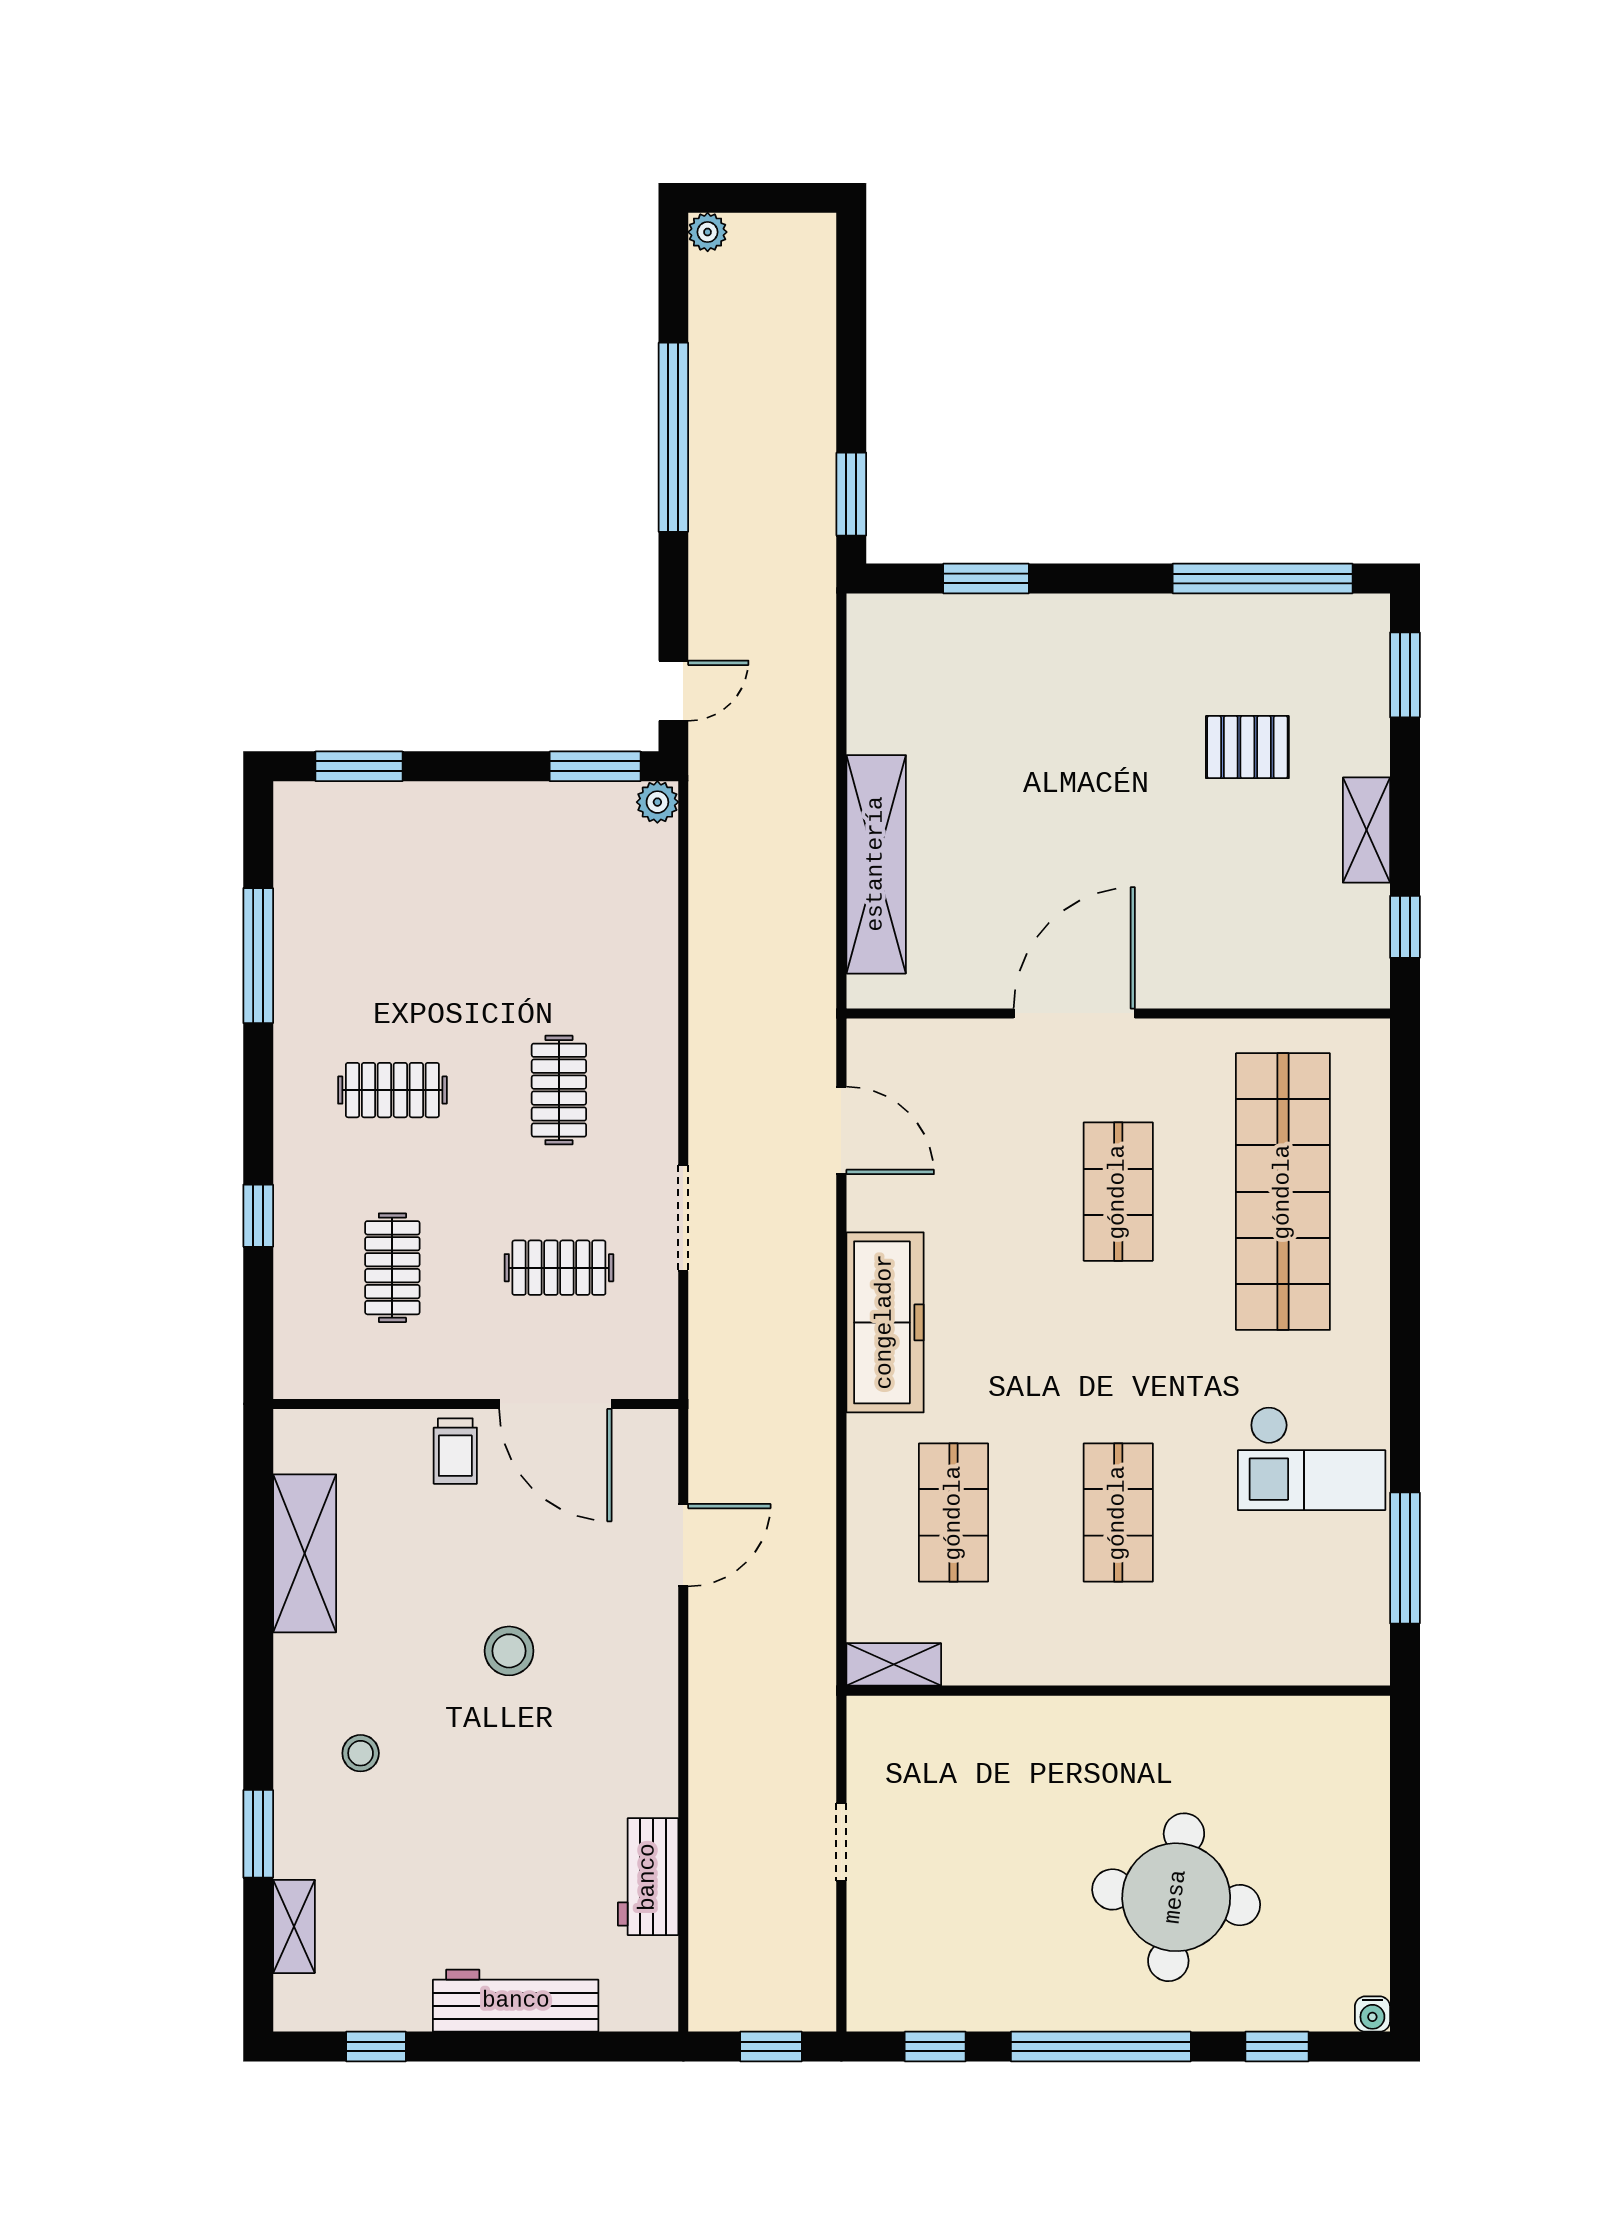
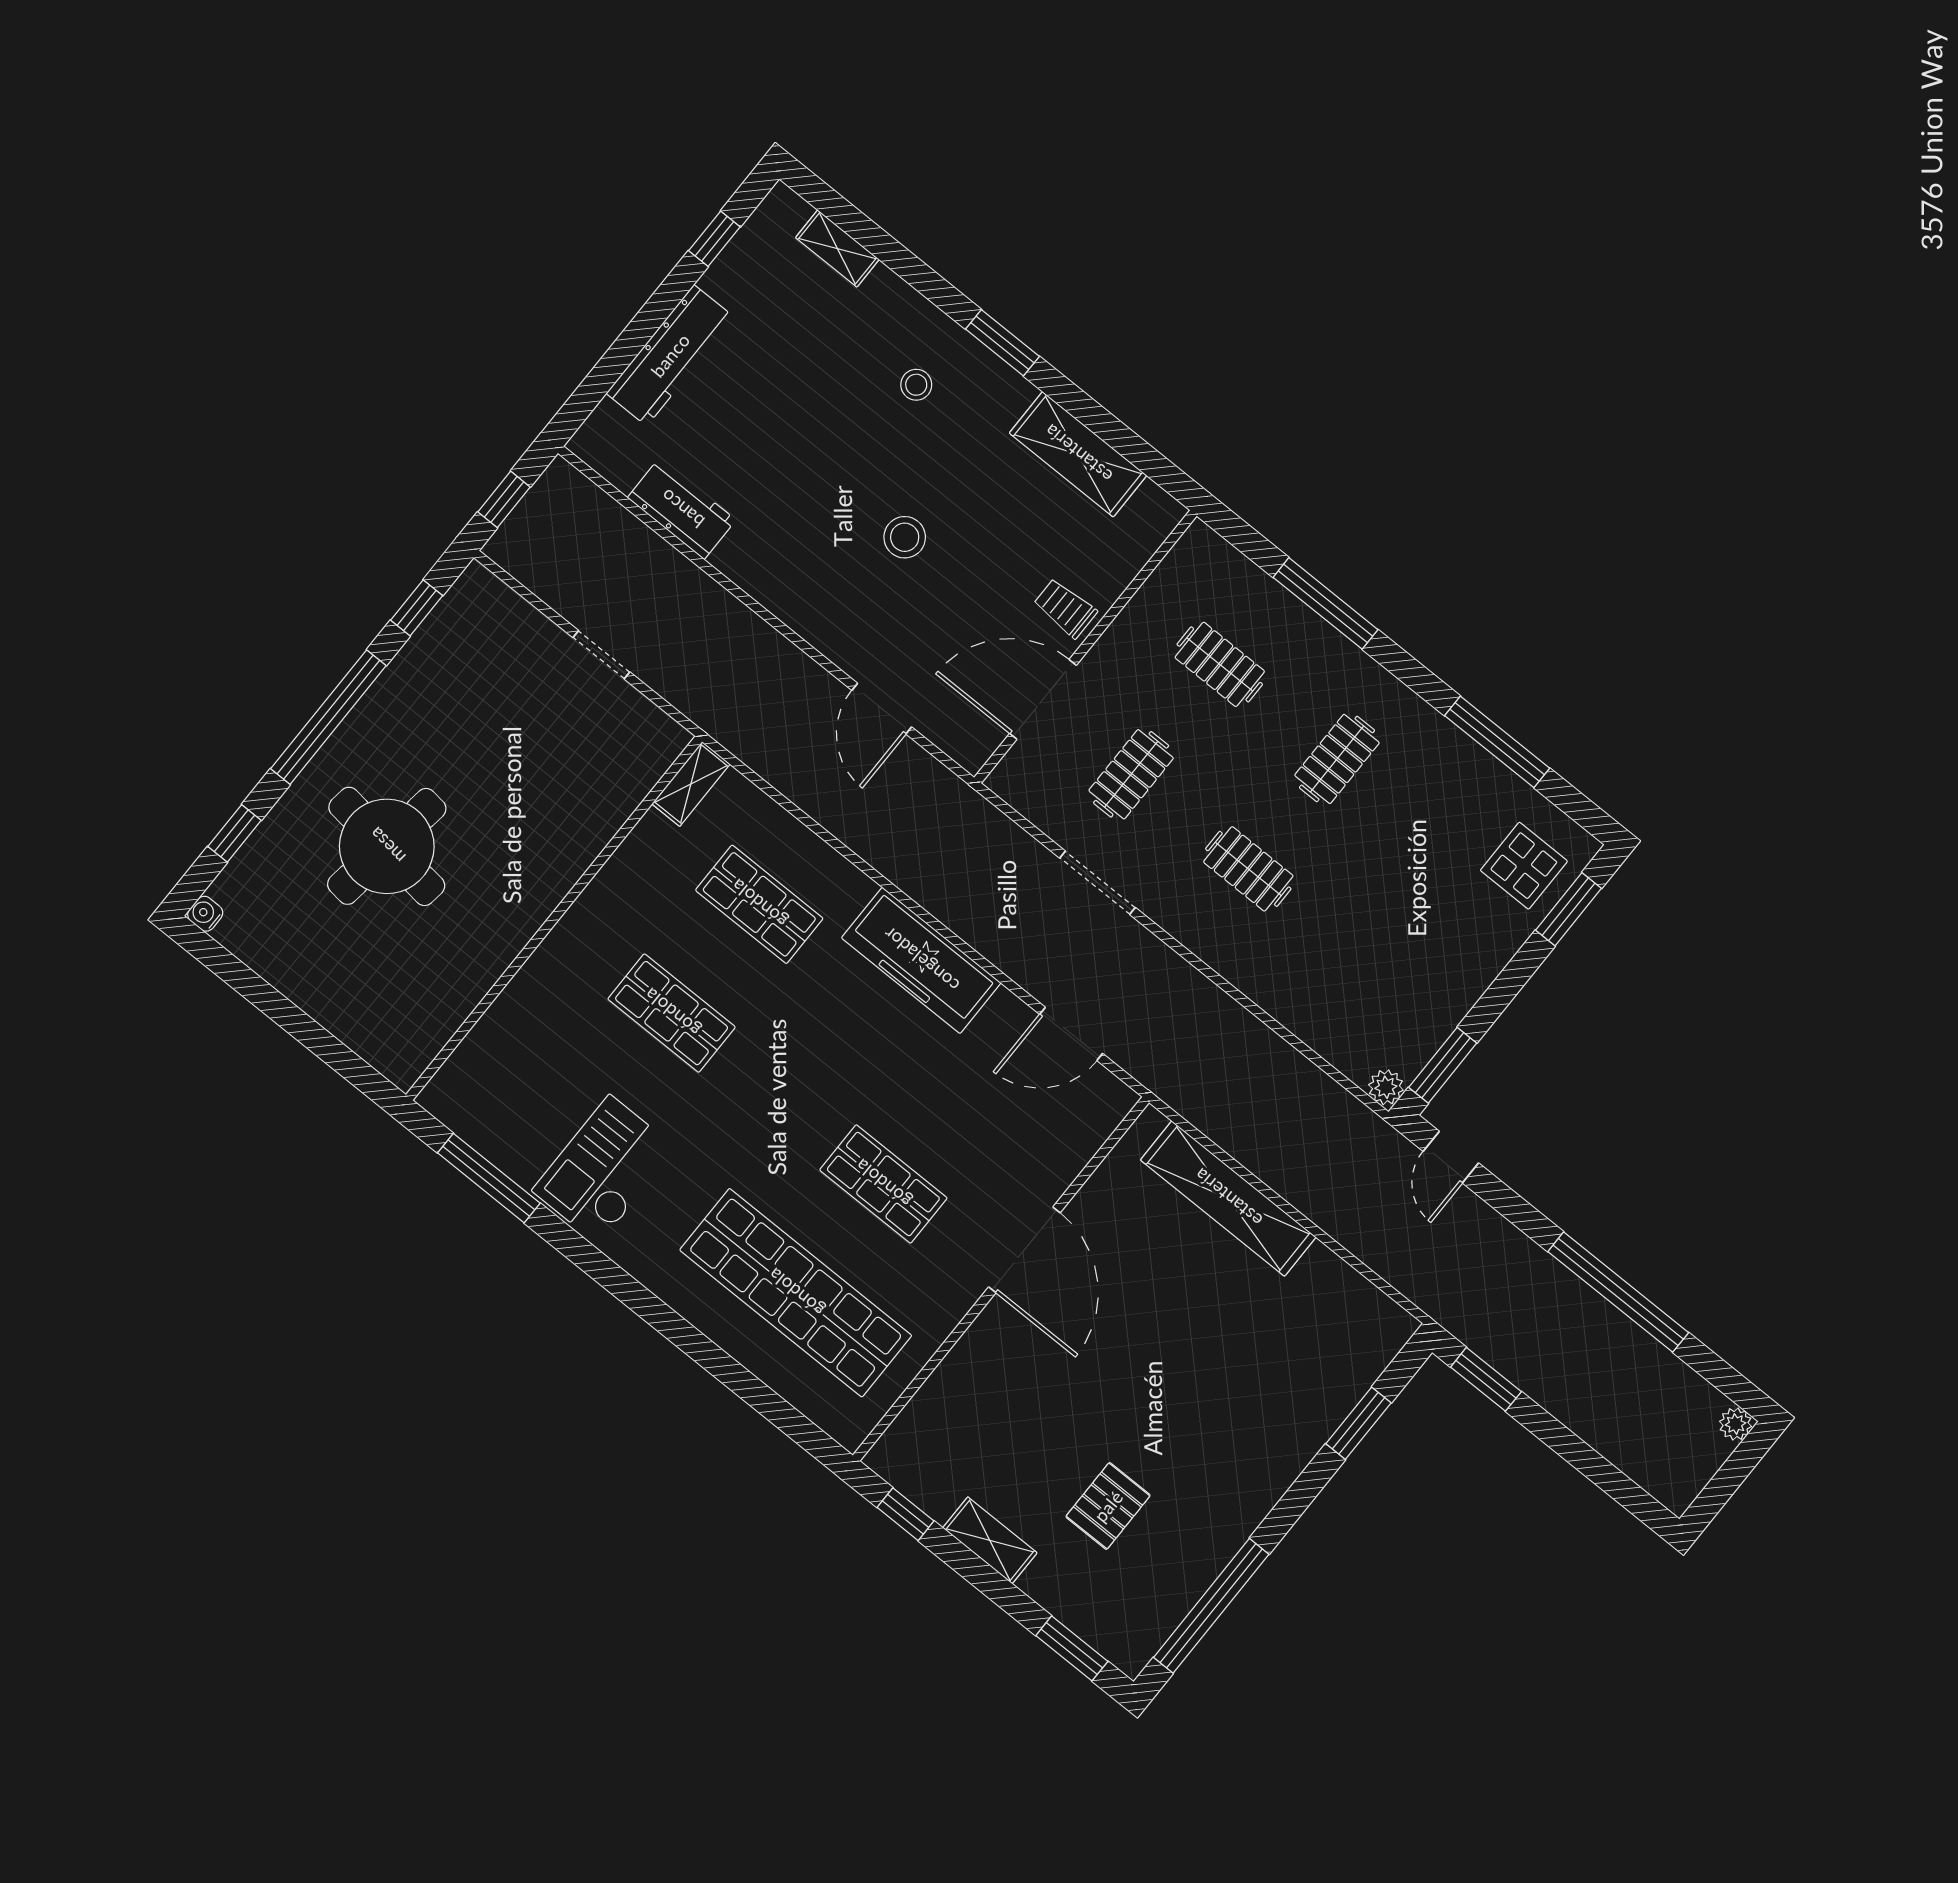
display table: (352, 840) -> (1524, 866), added
window: (258, 1216) -> (1326, 603), width x2.17
window: (258, 1834) -> (1002, 343), moved

